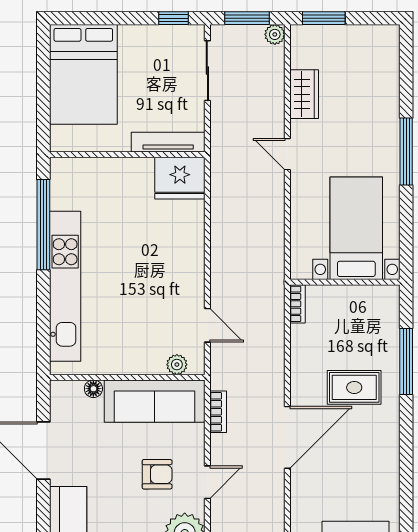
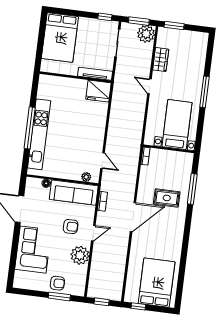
plant: (275, 34) -> (146, 34), width x1.88, depth x1.88
window: (43, 225) -> (30, 128), moved

